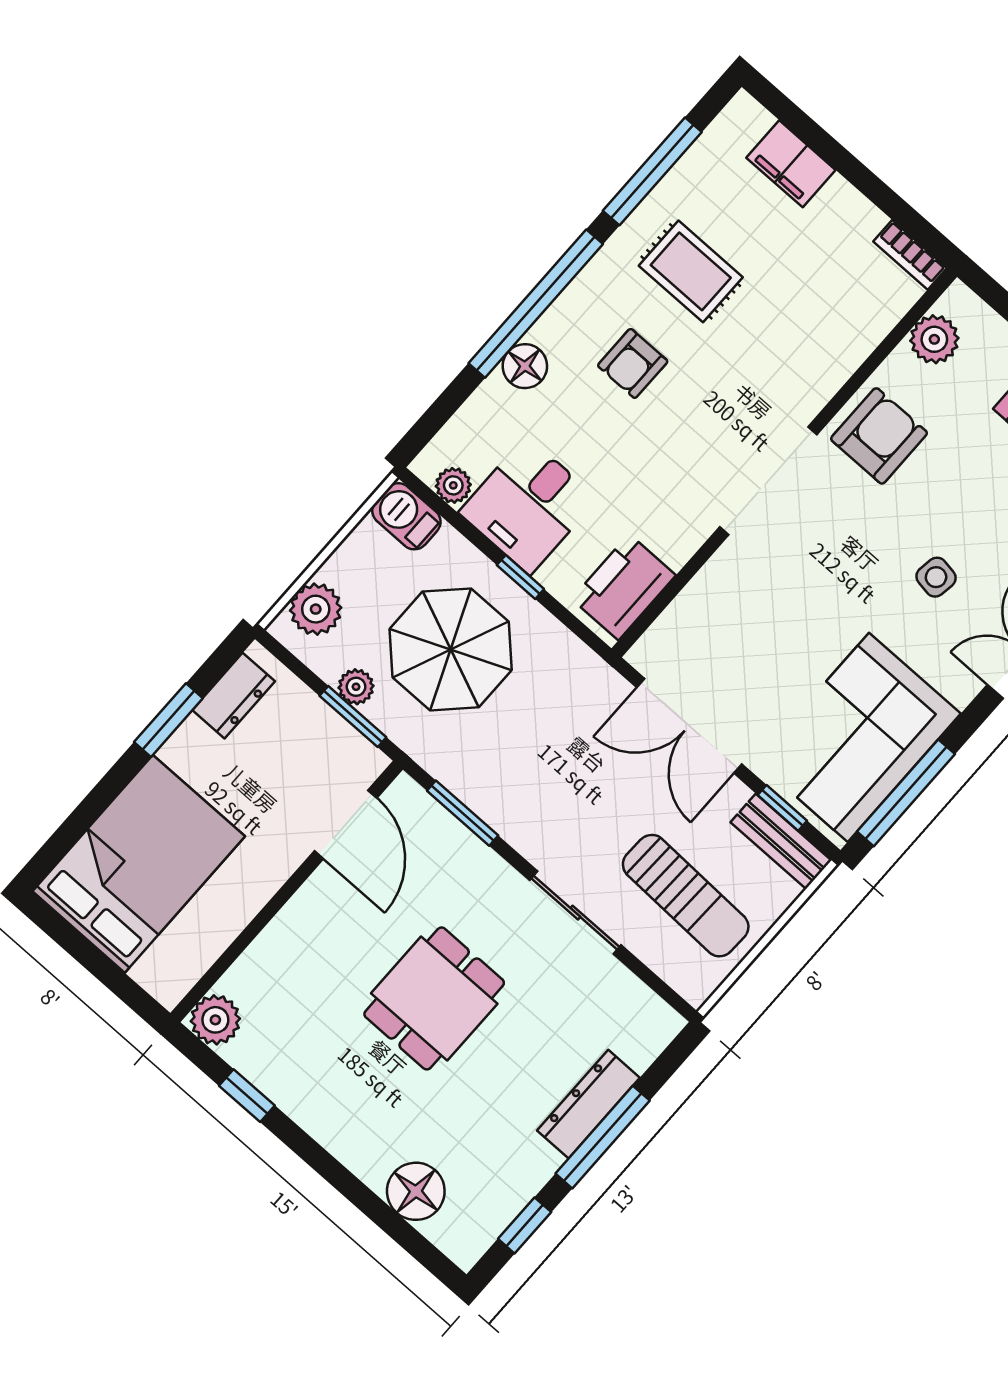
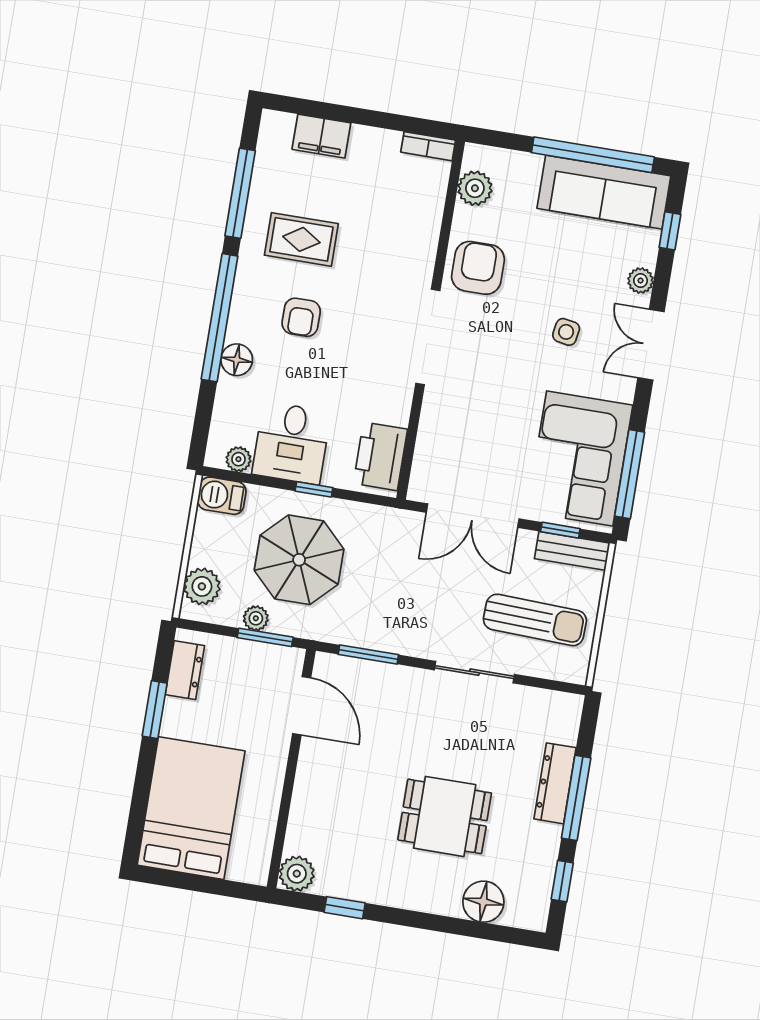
dining table: (434, 998) -> (445, 816), moved, turned 90

